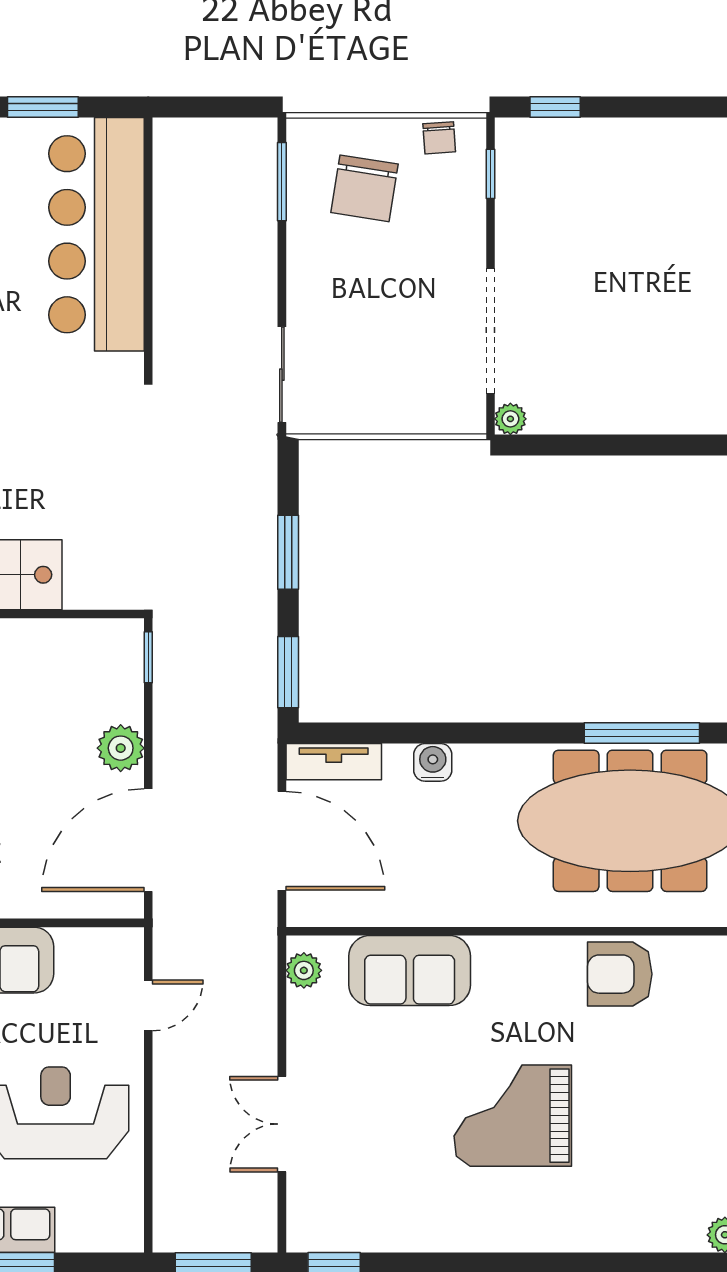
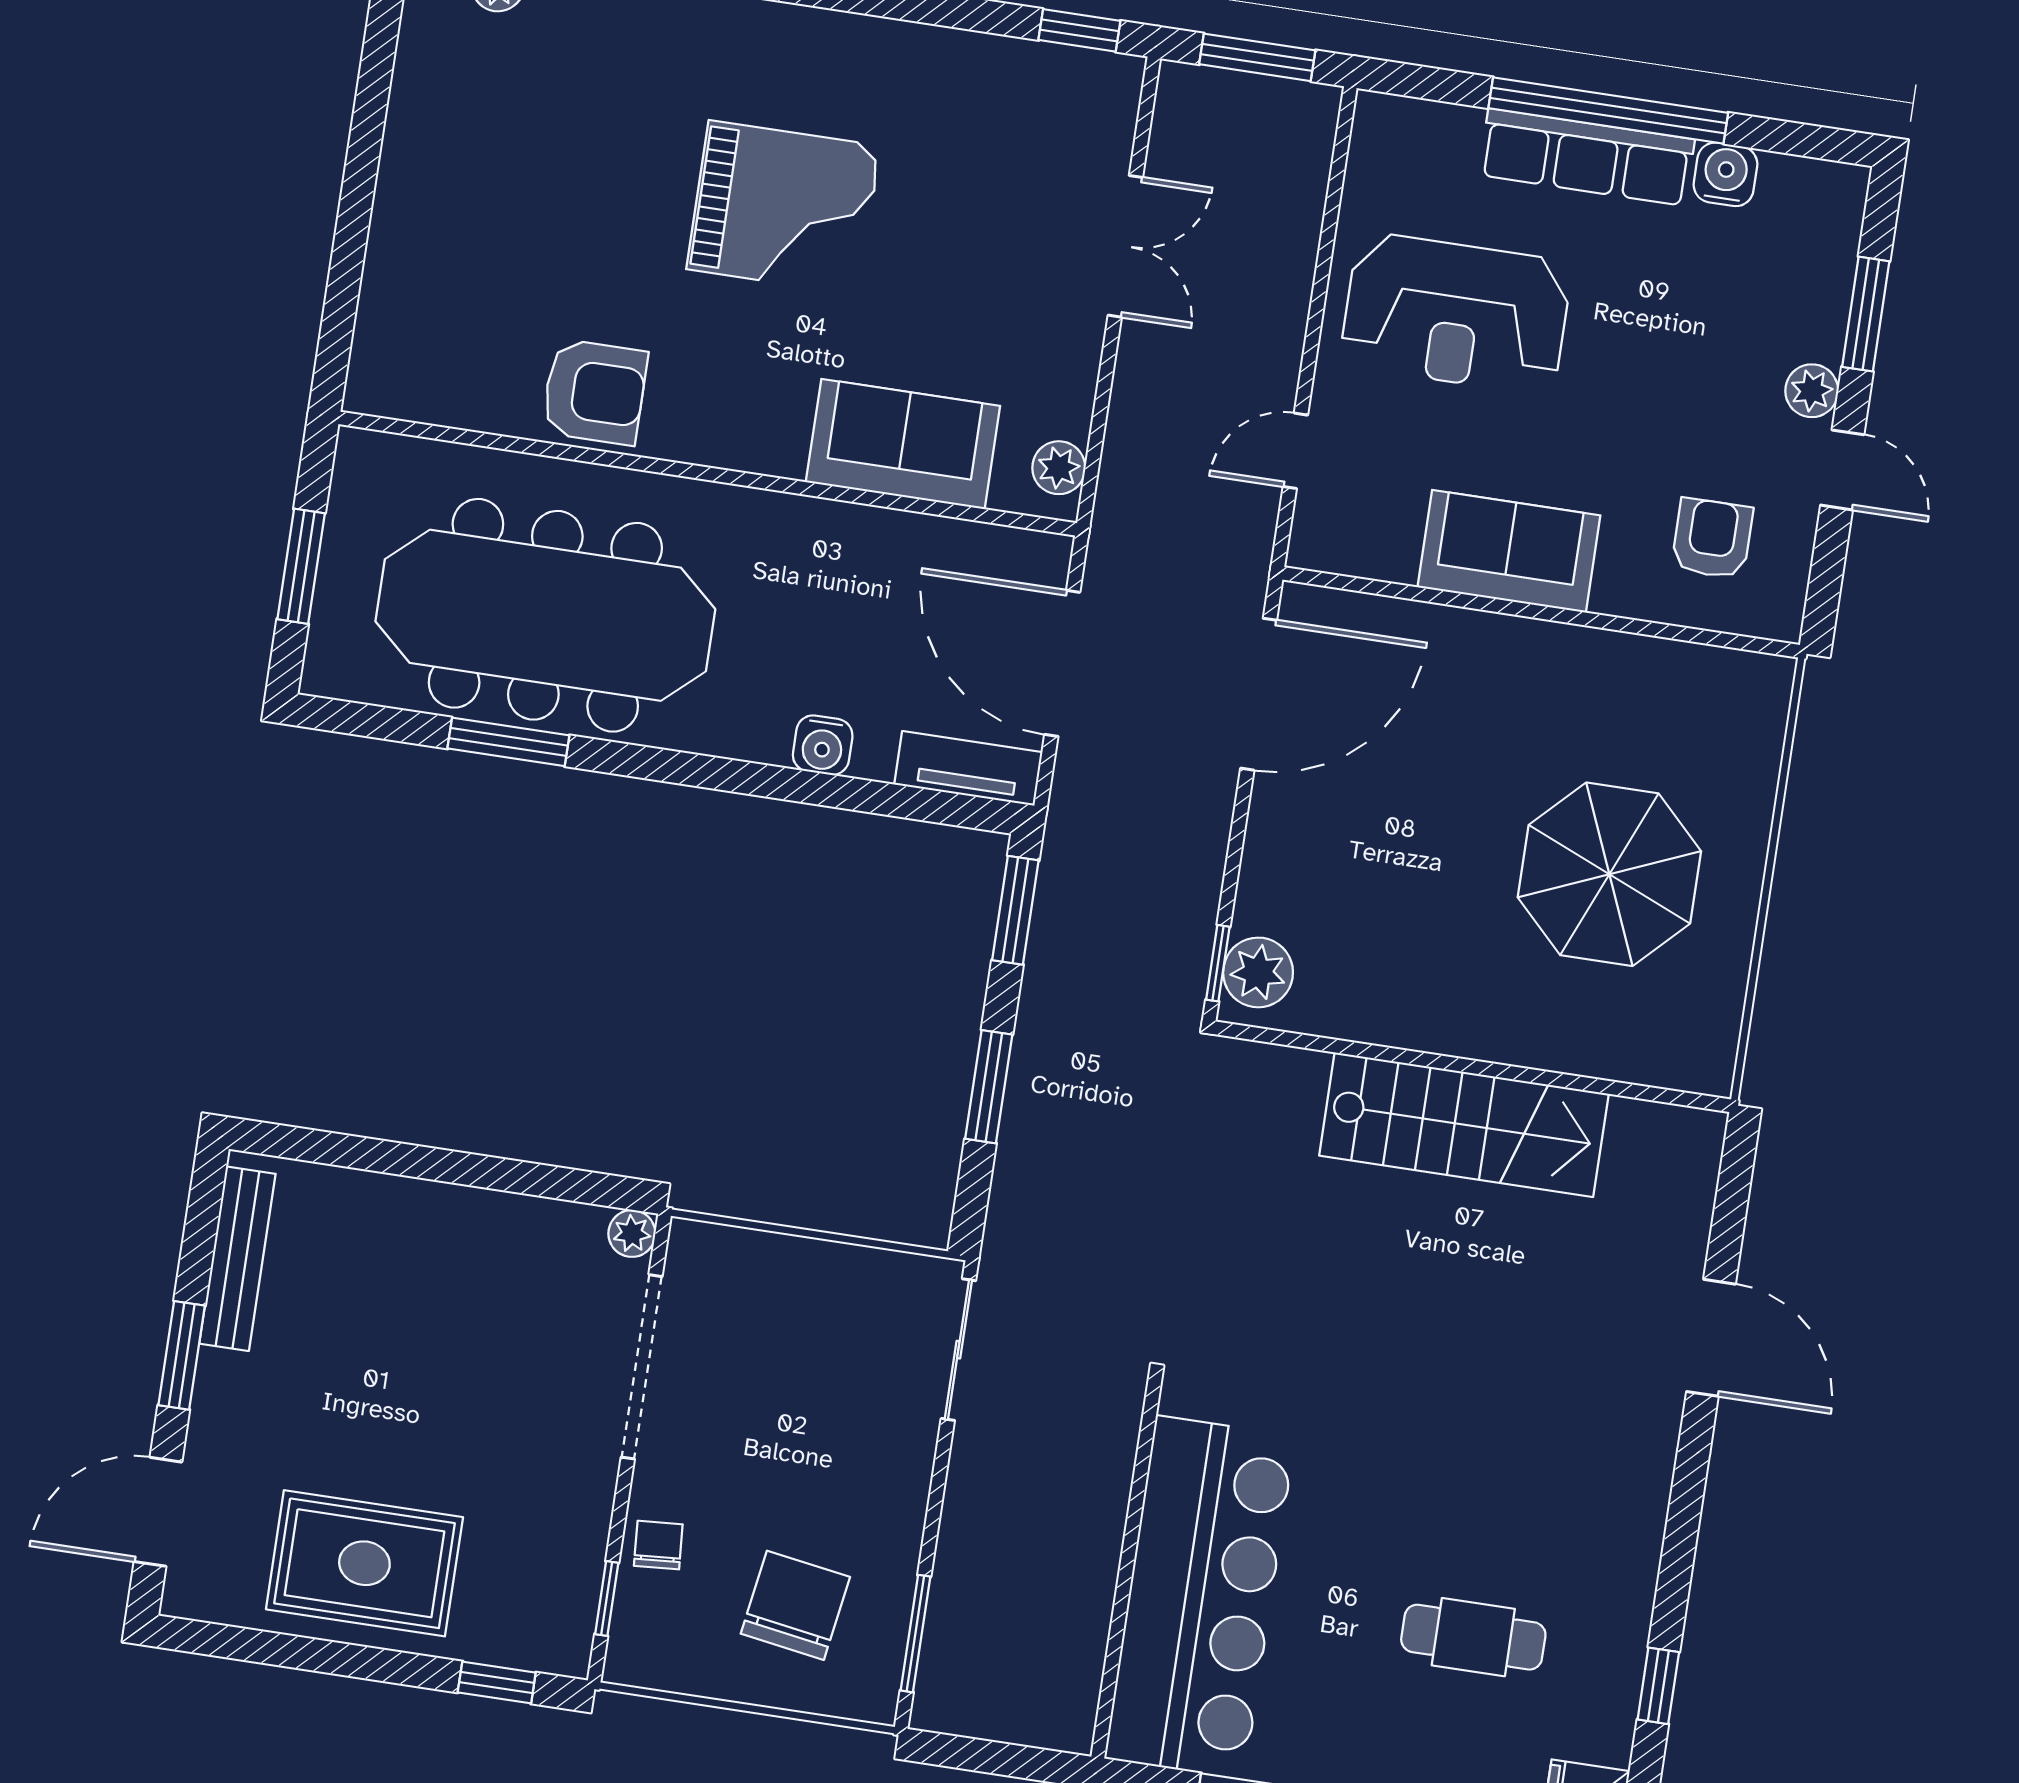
chair: (439, 138) -> (658, 1545), moved
rug: (655, 173) -> (364, 1563), added
window: (642, 733) -> (508, 742), width x0.69
plant: (121, 748) -> (1258, 972), moved

